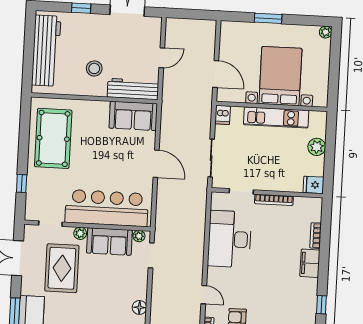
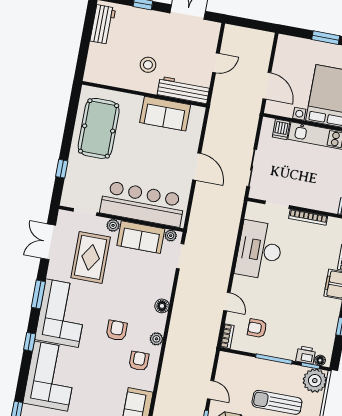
workbench: (46, 51) -> (103, 24), width x0.53, depth x0.76
dishwasher: (223, 115) -> (281, 129), moved
sofa: (133, 116) -> (165, 114), moved

